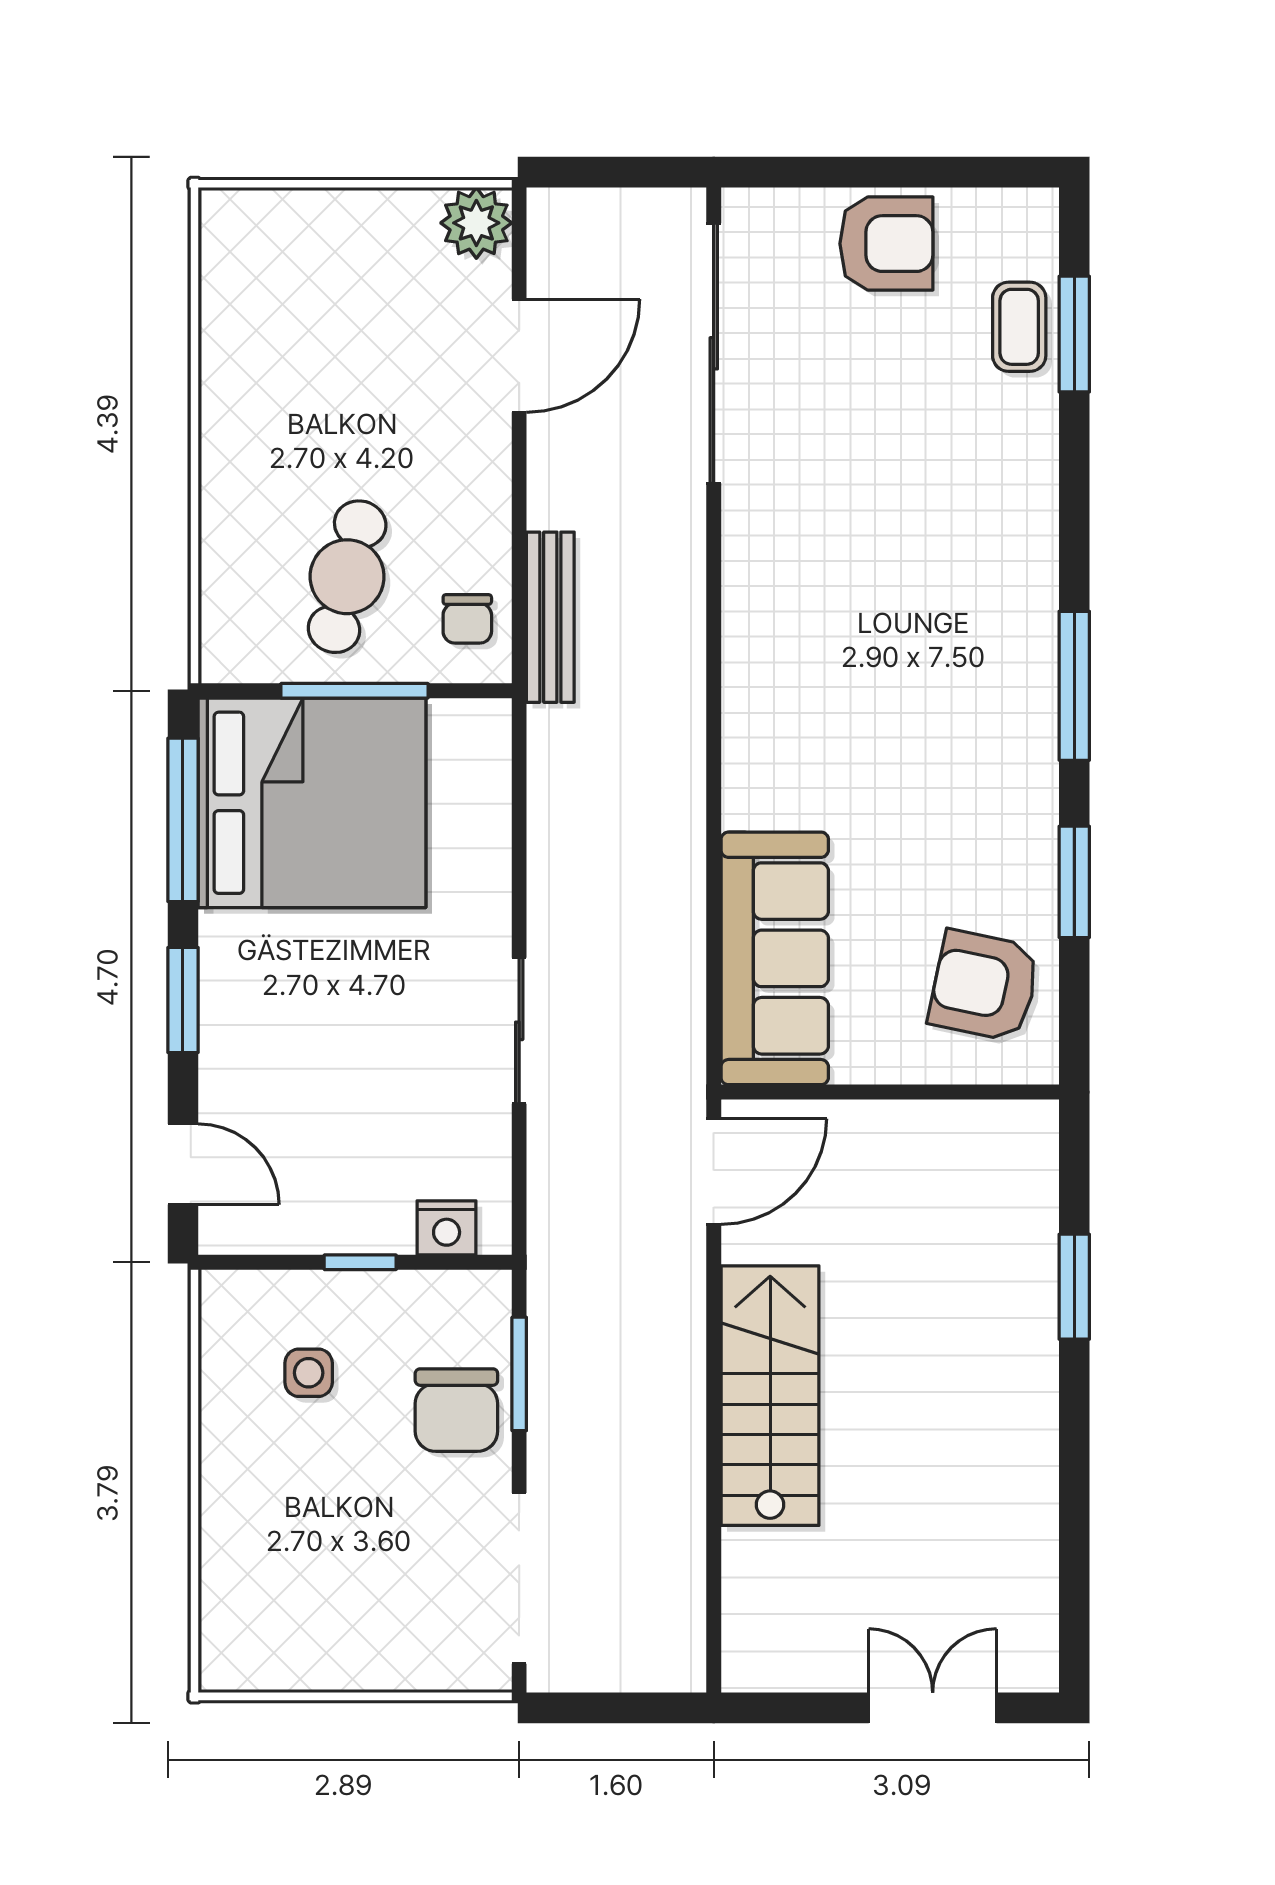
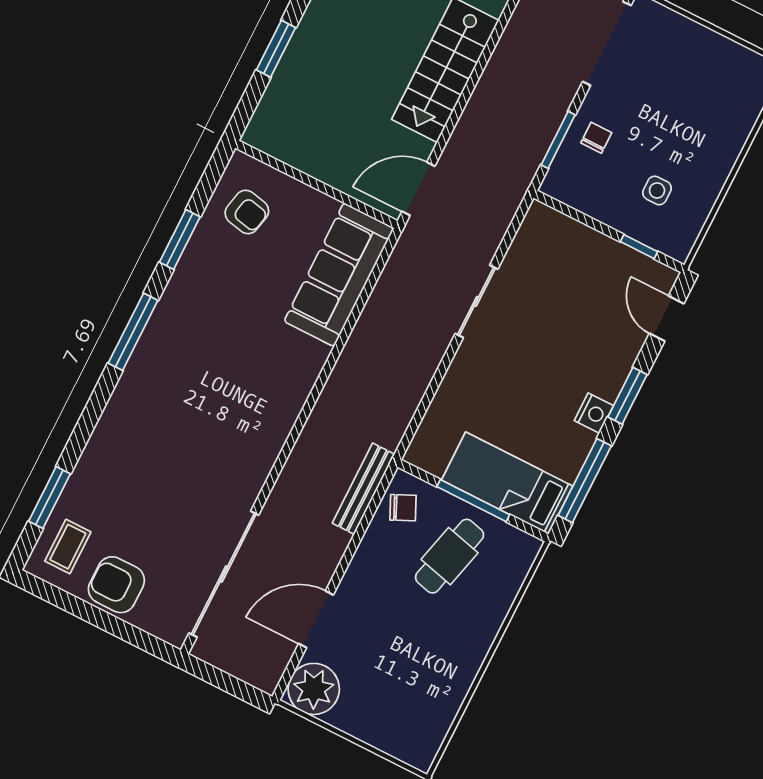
plant: (476, 223) -> (314, 689), width x1.36, depth x1.36
coffee table: (1019, 327) -> (68, 547), moved
chair: (467, 619) -> (403, 508), turned 65
bed: (312, 803) -> (507, 483), width x0.49
armchair: (984, 986) -> (247, 212), width x0.72, depth x0.72
nightstand: (447, 1228) -> (594, 413), moved, turned 90
window: (360, 1262) -> (639, 247), moved
chair: (456, 1410) -> (596, 138), width x0.54, depth x0.54

